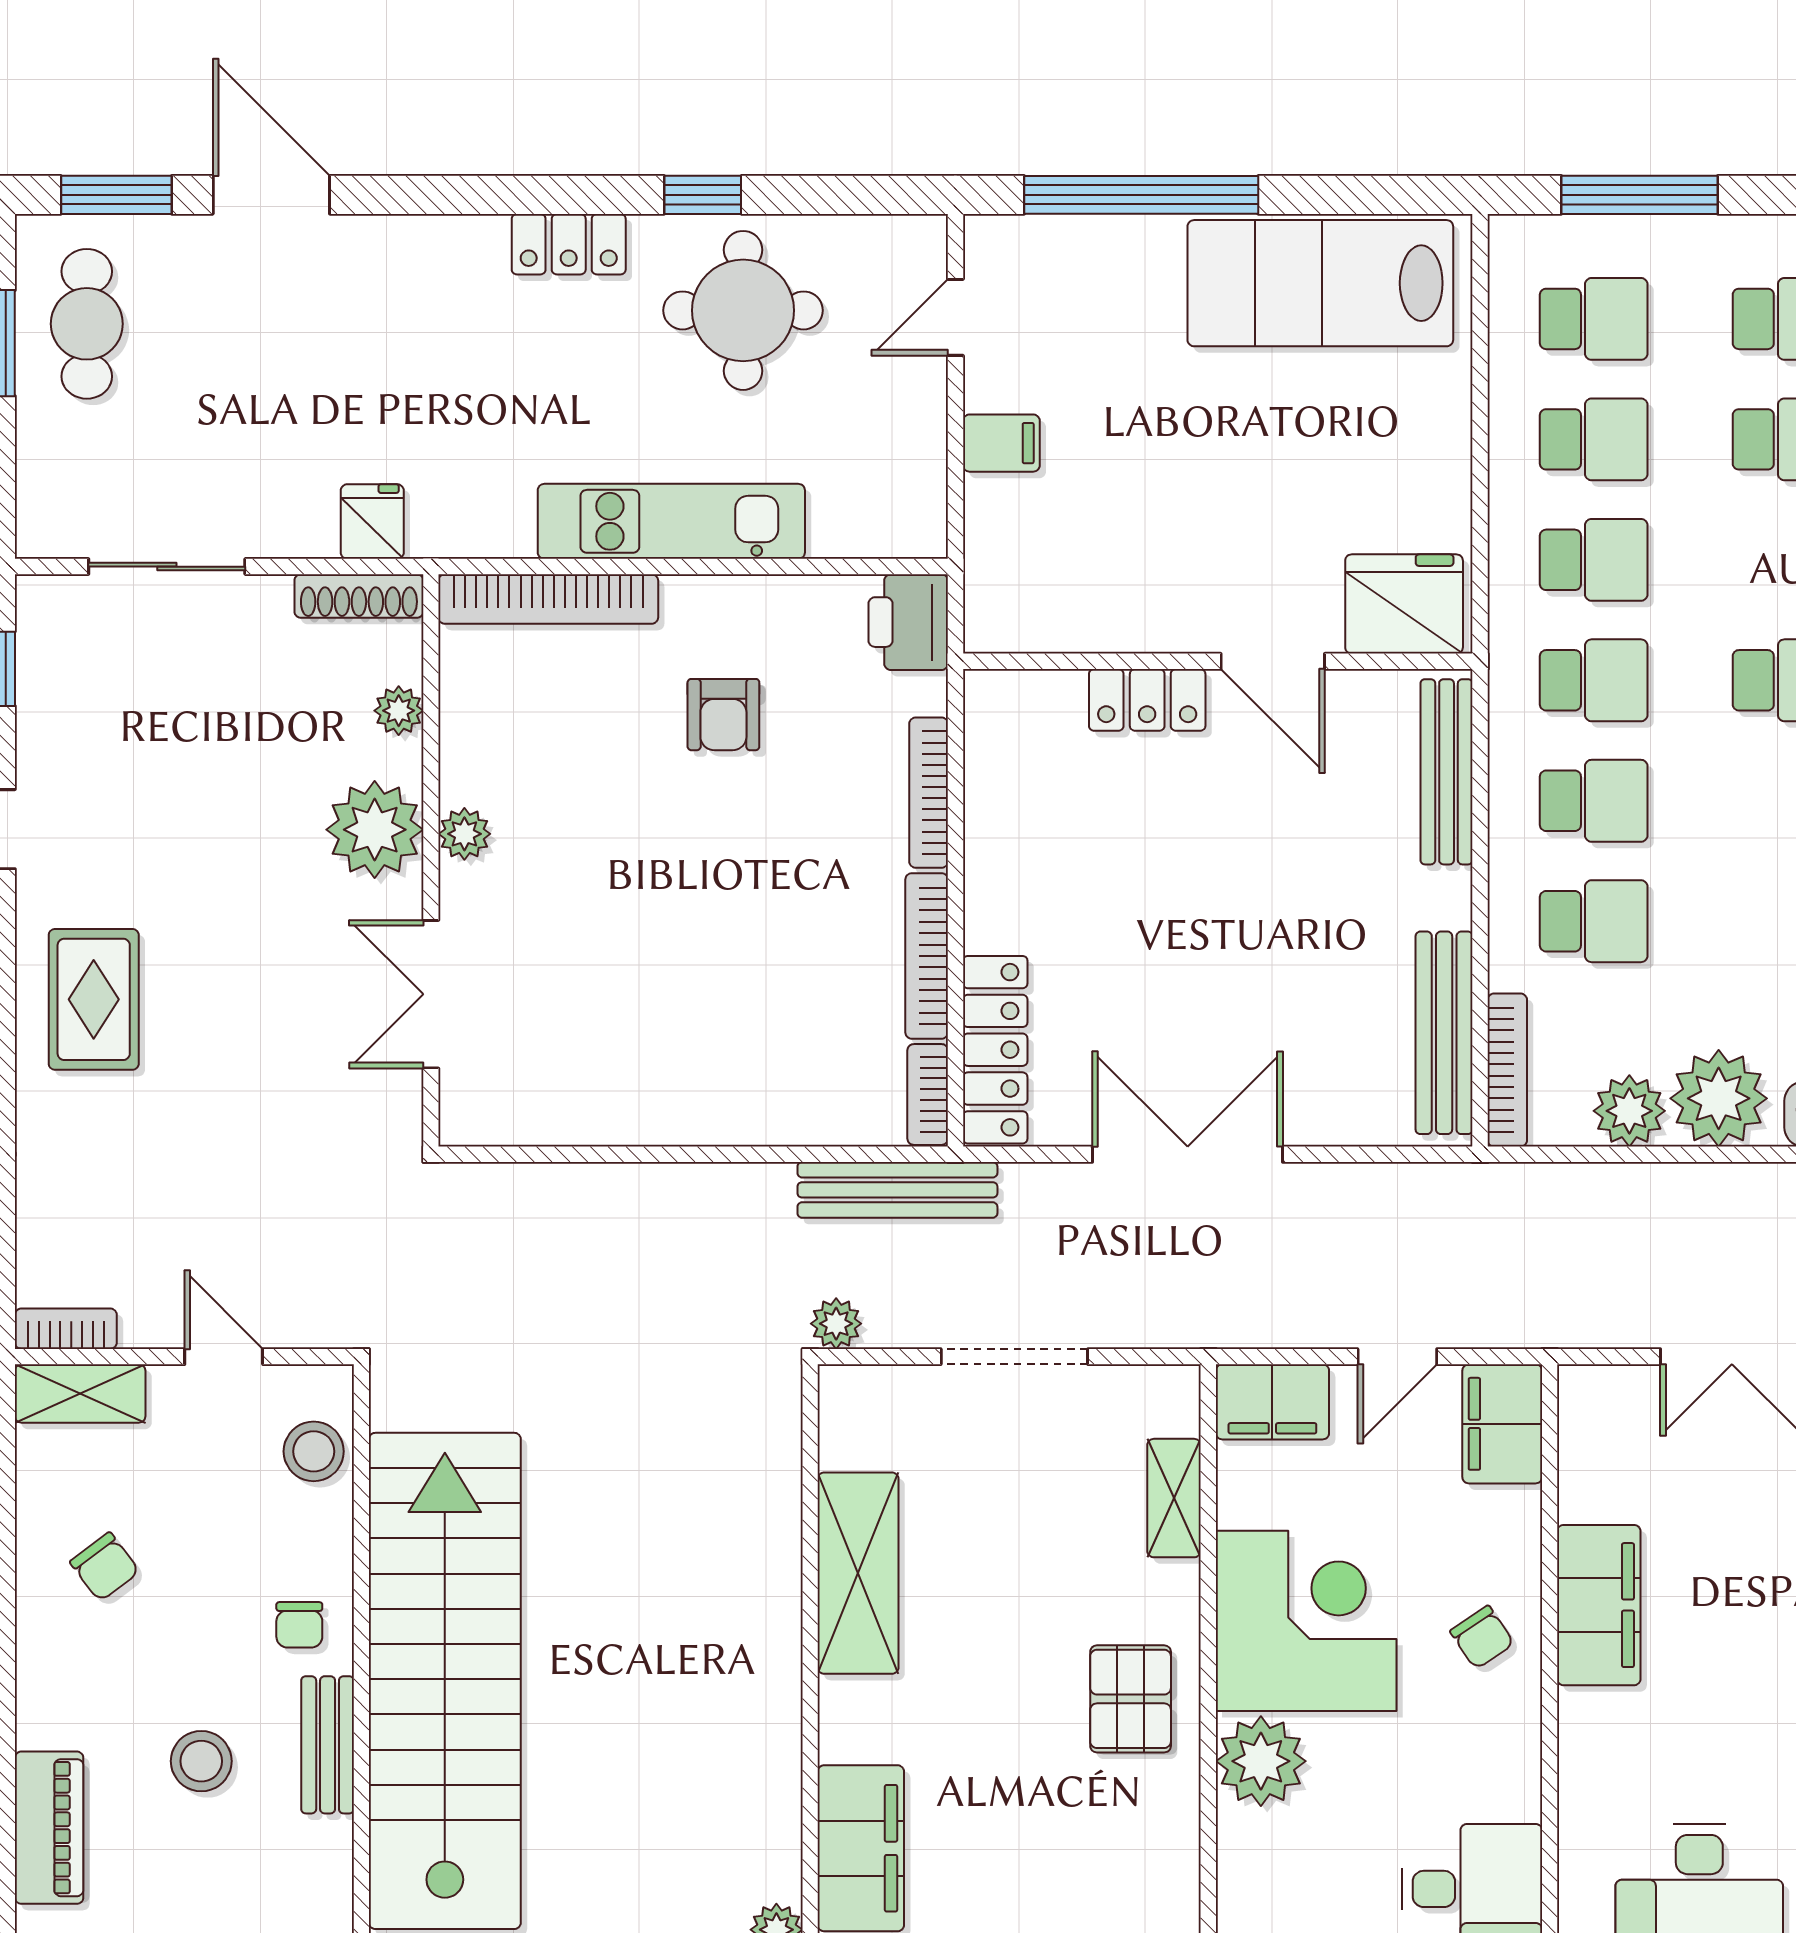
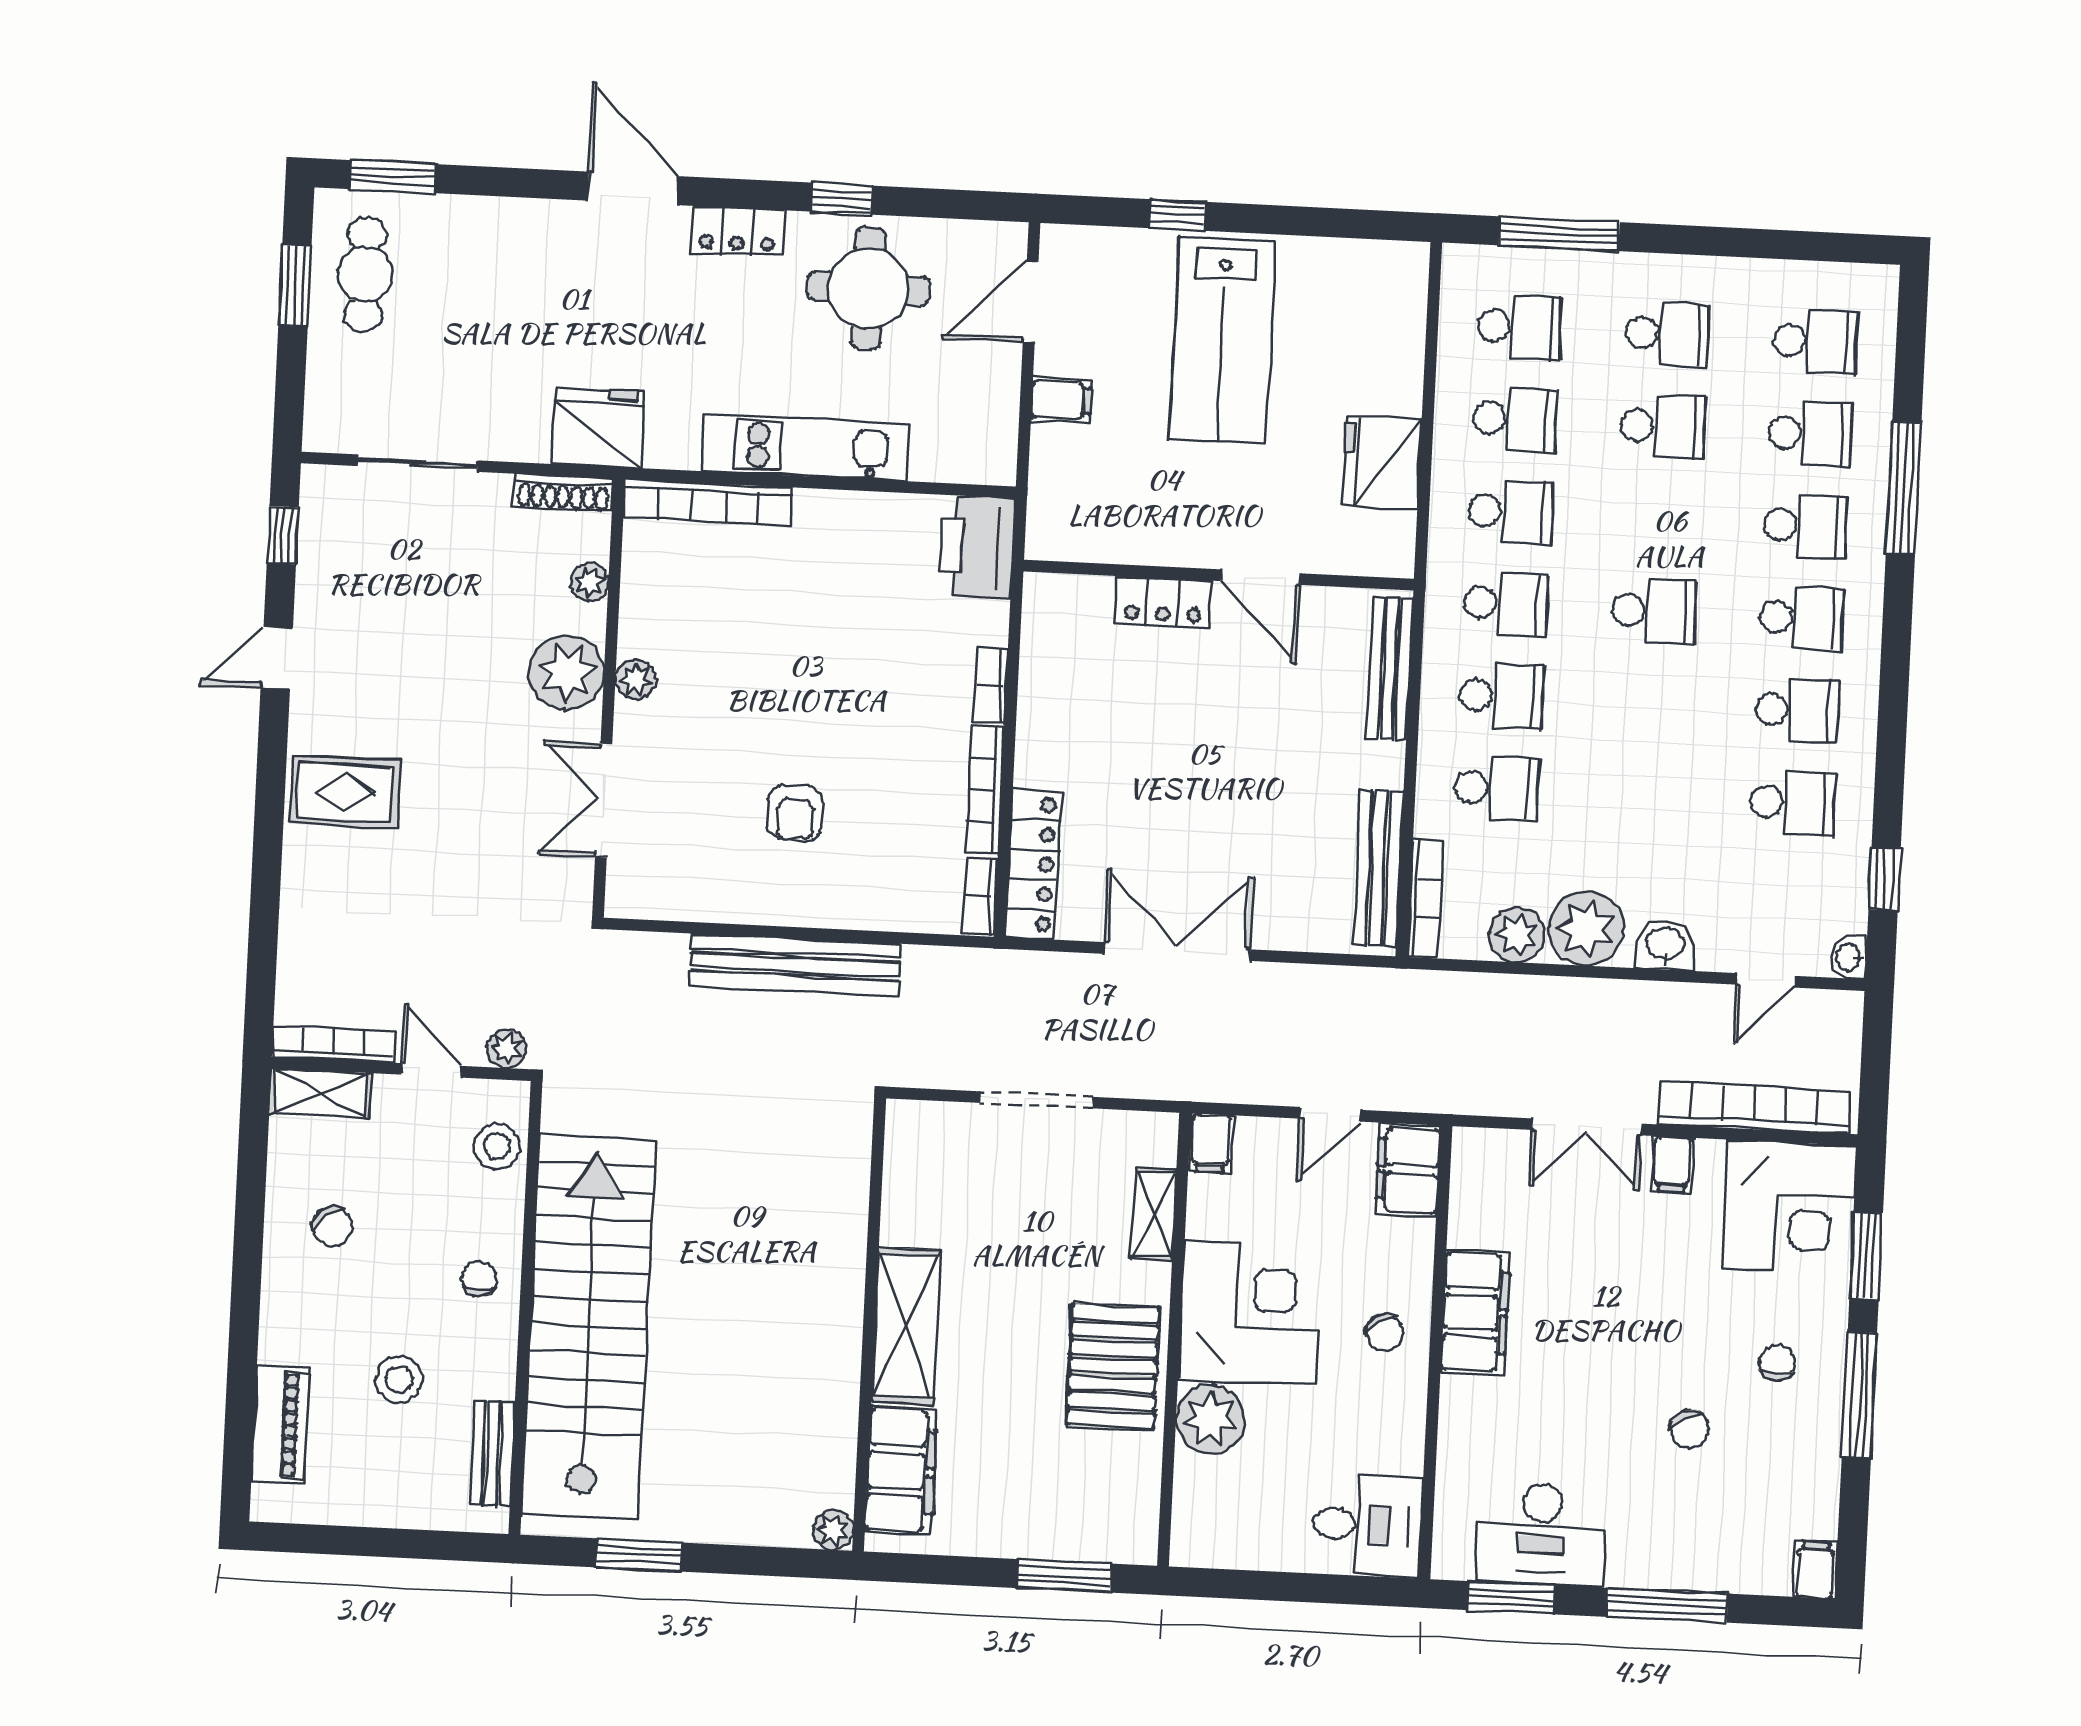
door: (271, 195) -> (633, 188), moved
window: (1141, 195) -> (1178, 215), width x0.32
lab bench: (1320, 283) -> (1222, 340), moved, turned -90
door: (955, 317) -> (1031, 302), width x1.38
fridge: (372, 522) -> (598, 428), width x1.88, depth x1.34
fridge: (1404, 604) -> (1382, 462), moved, turned -90
printer: (908, 622) -> (977, 547), width x1.37, depth x1.19
armchair: (723, 715) -> (795, 813), moved
bookcase: (929, 793) -> (991, 686), width x0.64
rug: (94, 999) -> (345, 792), turned 90
bench: (897, 1190) -> (795, 965), moved, width x1.37, depth x1.21
plant: (836, 1324) -> (507, 1049), moved
bookcase: (66, 1329) -> (333, 1044), width x1.56
filing cabinet: (1272, 1402) -> (1211, 1143), width x0.50
shelving: (858, 1573) -> (906, 1326), moved
chair: (299, 1625) -> (479, 1279), turned 180
pallet: (1131, 1699) -> (1113, 1366), width x1.50, depth x1.42
bench: (328, 1745) -> (492, 1453), moved

